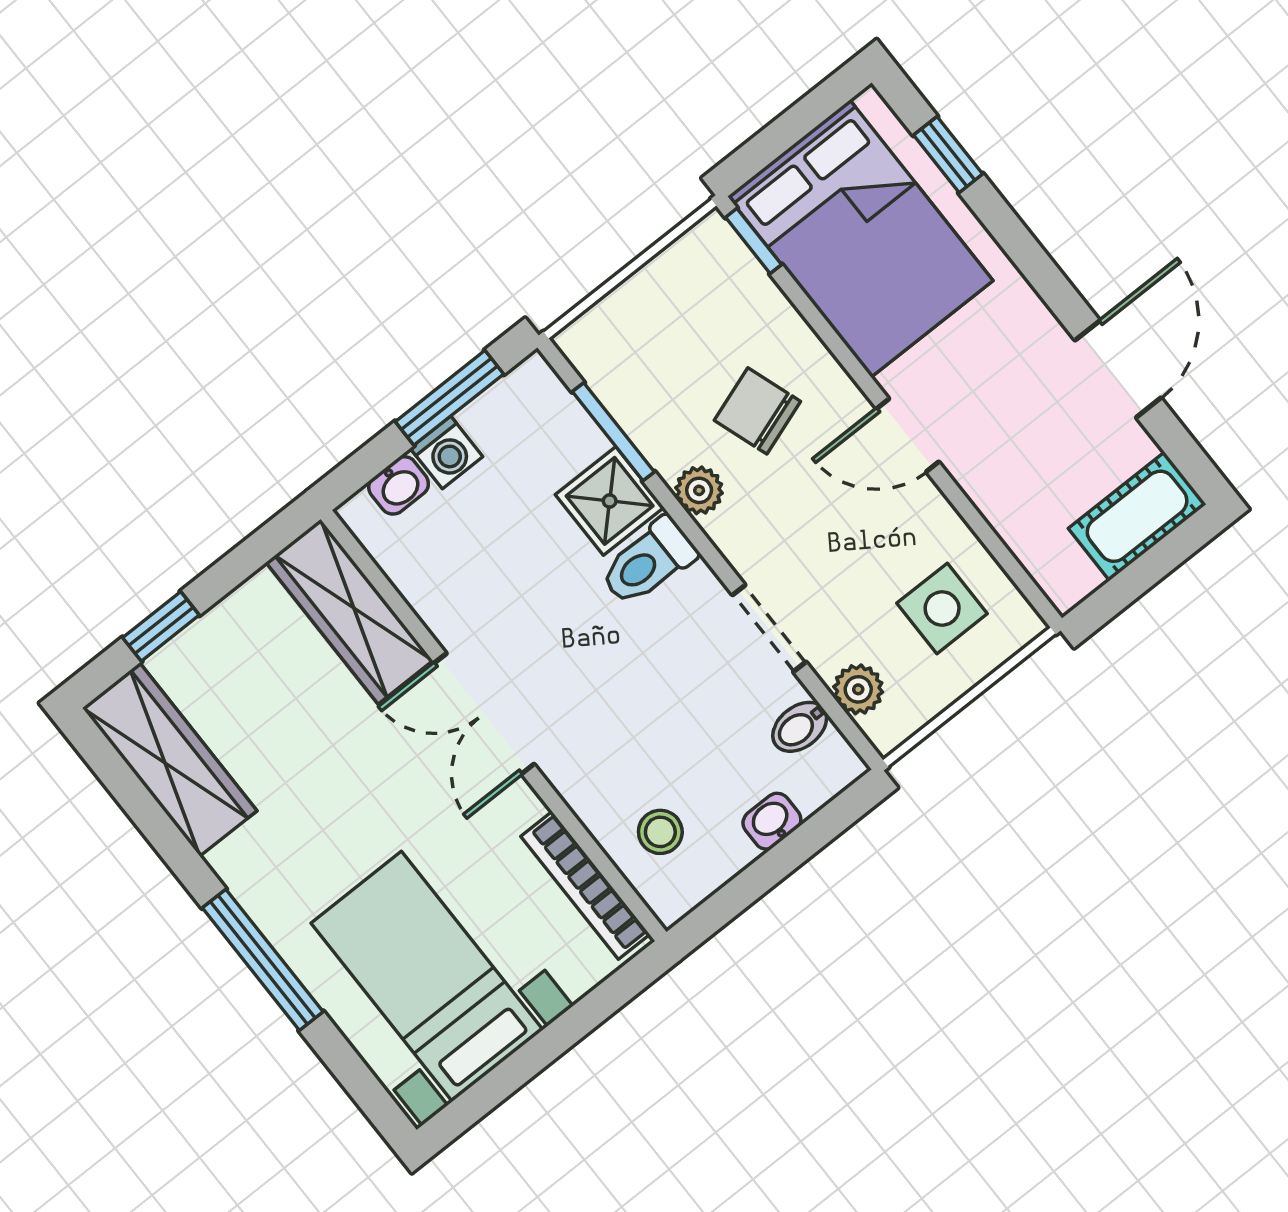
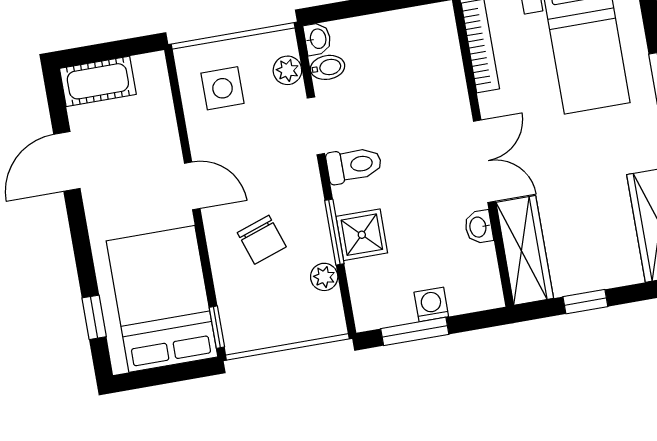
window: (613, 432) -> (334, 232), moved
washbasin: (399, 485) -> (479, 227), moved, turned -90
plant: (699, 490) -> (324, 277), moved
toilet: (648, 562) -> (354, 165), moved
window: (161, 626) -> (585, 302), moved
washbasin: (772, 821) -> (317, 39), moved, turned -90
stool: (660, 832) -> (427, 52), removed

